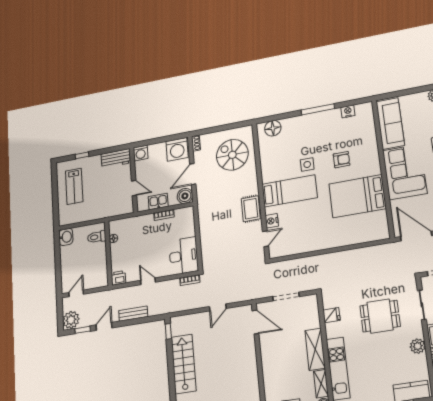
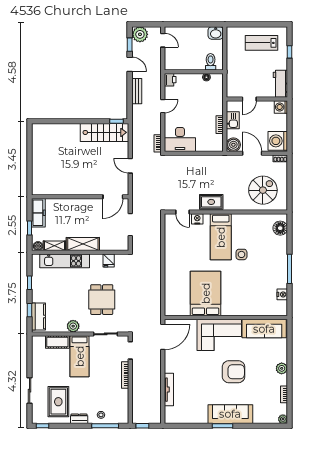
armchair: (342, 160) -> (240, 284), removed
stairs: (184, 364) -> (105, 132), moved

